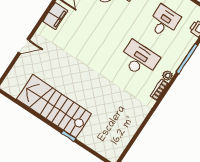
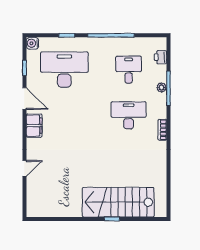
plant: (168, 76) -> (162, 87), moved
stairs: (54, 106) -> (118, 202), moved

